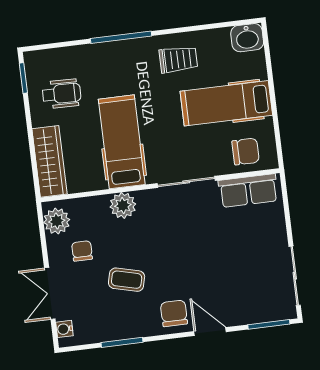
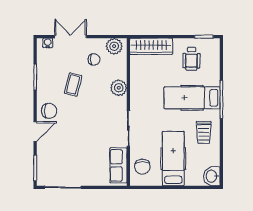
hospital bed: (122, 142) -> (192, 98), moved, turned 180

